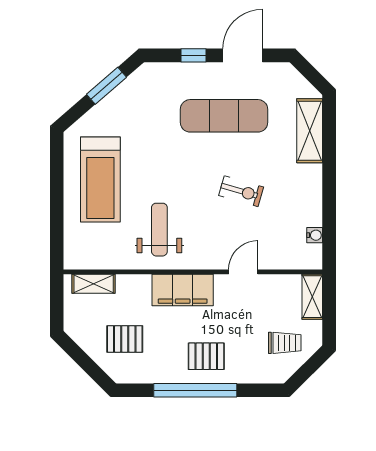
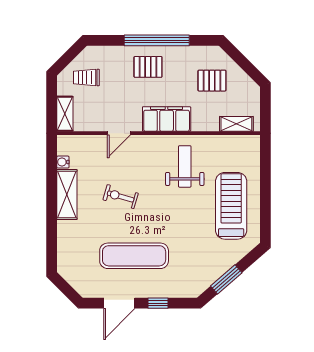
shelving: (310, 131) -> (67, 195), moved
weight bench: (159, 230) -> (185, 166), turned 180

